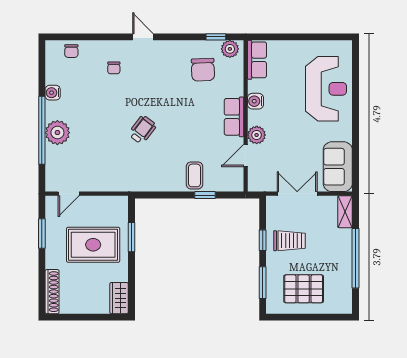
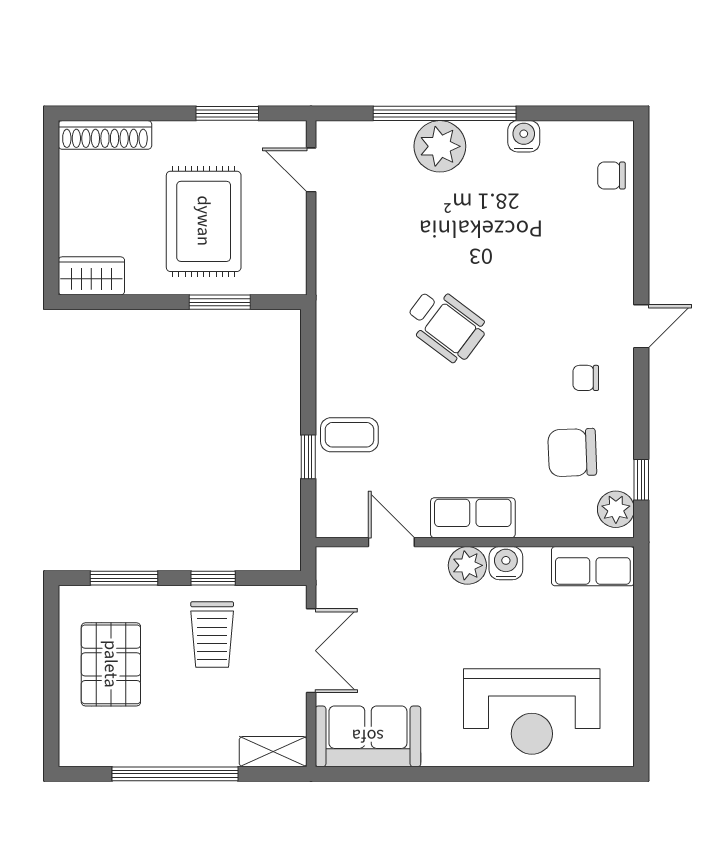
chair: (114, 68) -> (586, 378), moved
wheelchair: (142, 130) -> (446, 325), width x1.36, depth x1.37
plant: (257, 135) -> (467, 565), moved

